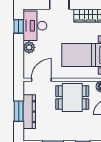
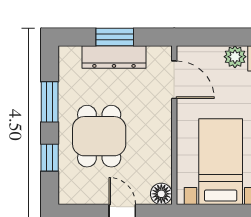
dining table: (72, 98) -> (99, 136), moved

